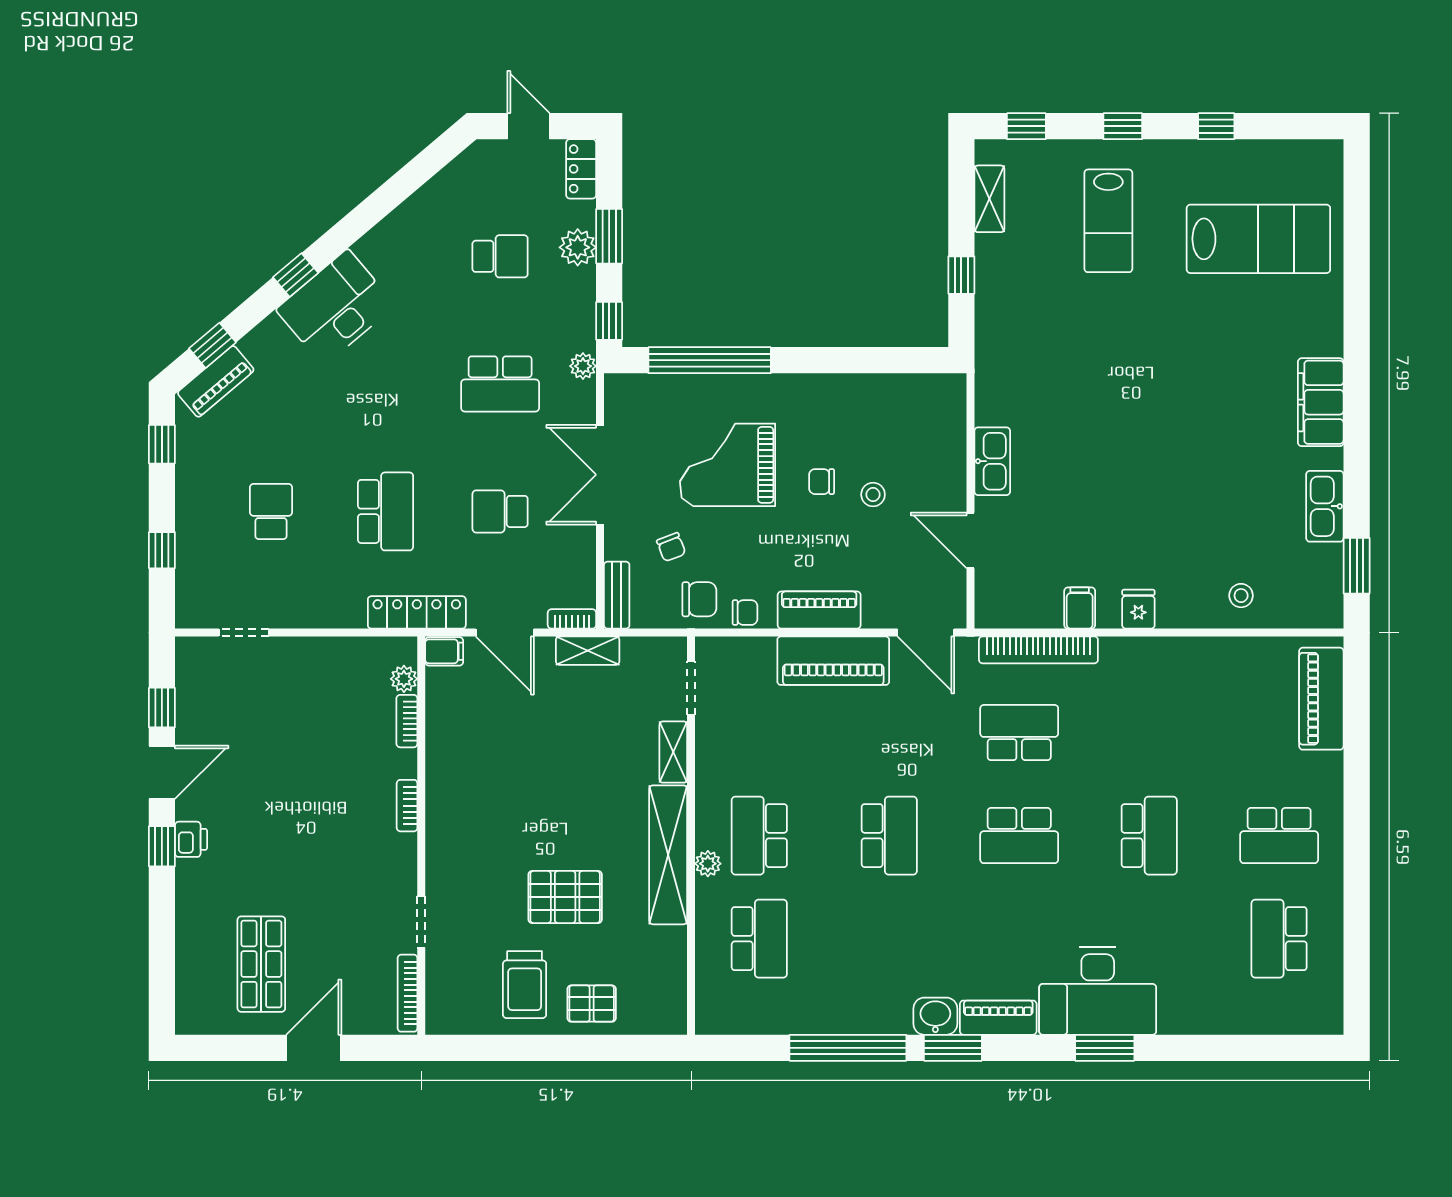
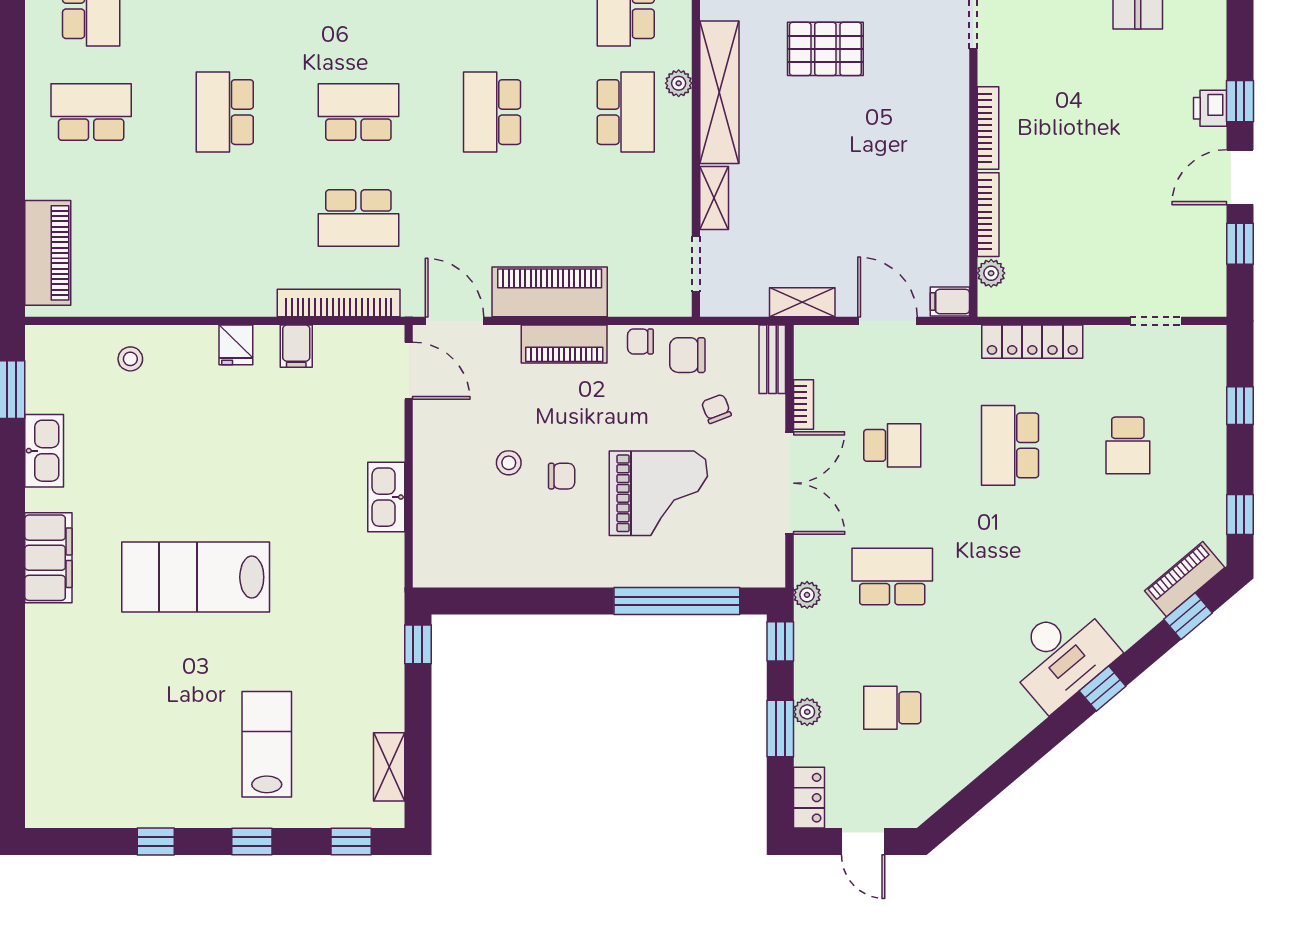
lab bench: (1258, 239) -> (196, 577), moved
plant: (578, 247) -> (807, 712), width x0.73, depth x0.73
window: (961, 275) -> (418, 644), moved
door: (970, 540) -> (409, 371), moved
locker: (417, 612) -> (1032, 342), moved
bookcase: (572, 619) -> (803, 404), moved, turned -90
bookcase: (407, 721) -> (988, 215), width x1.56
bookcase: (407, 806) -> (988, 128), width x1.56

